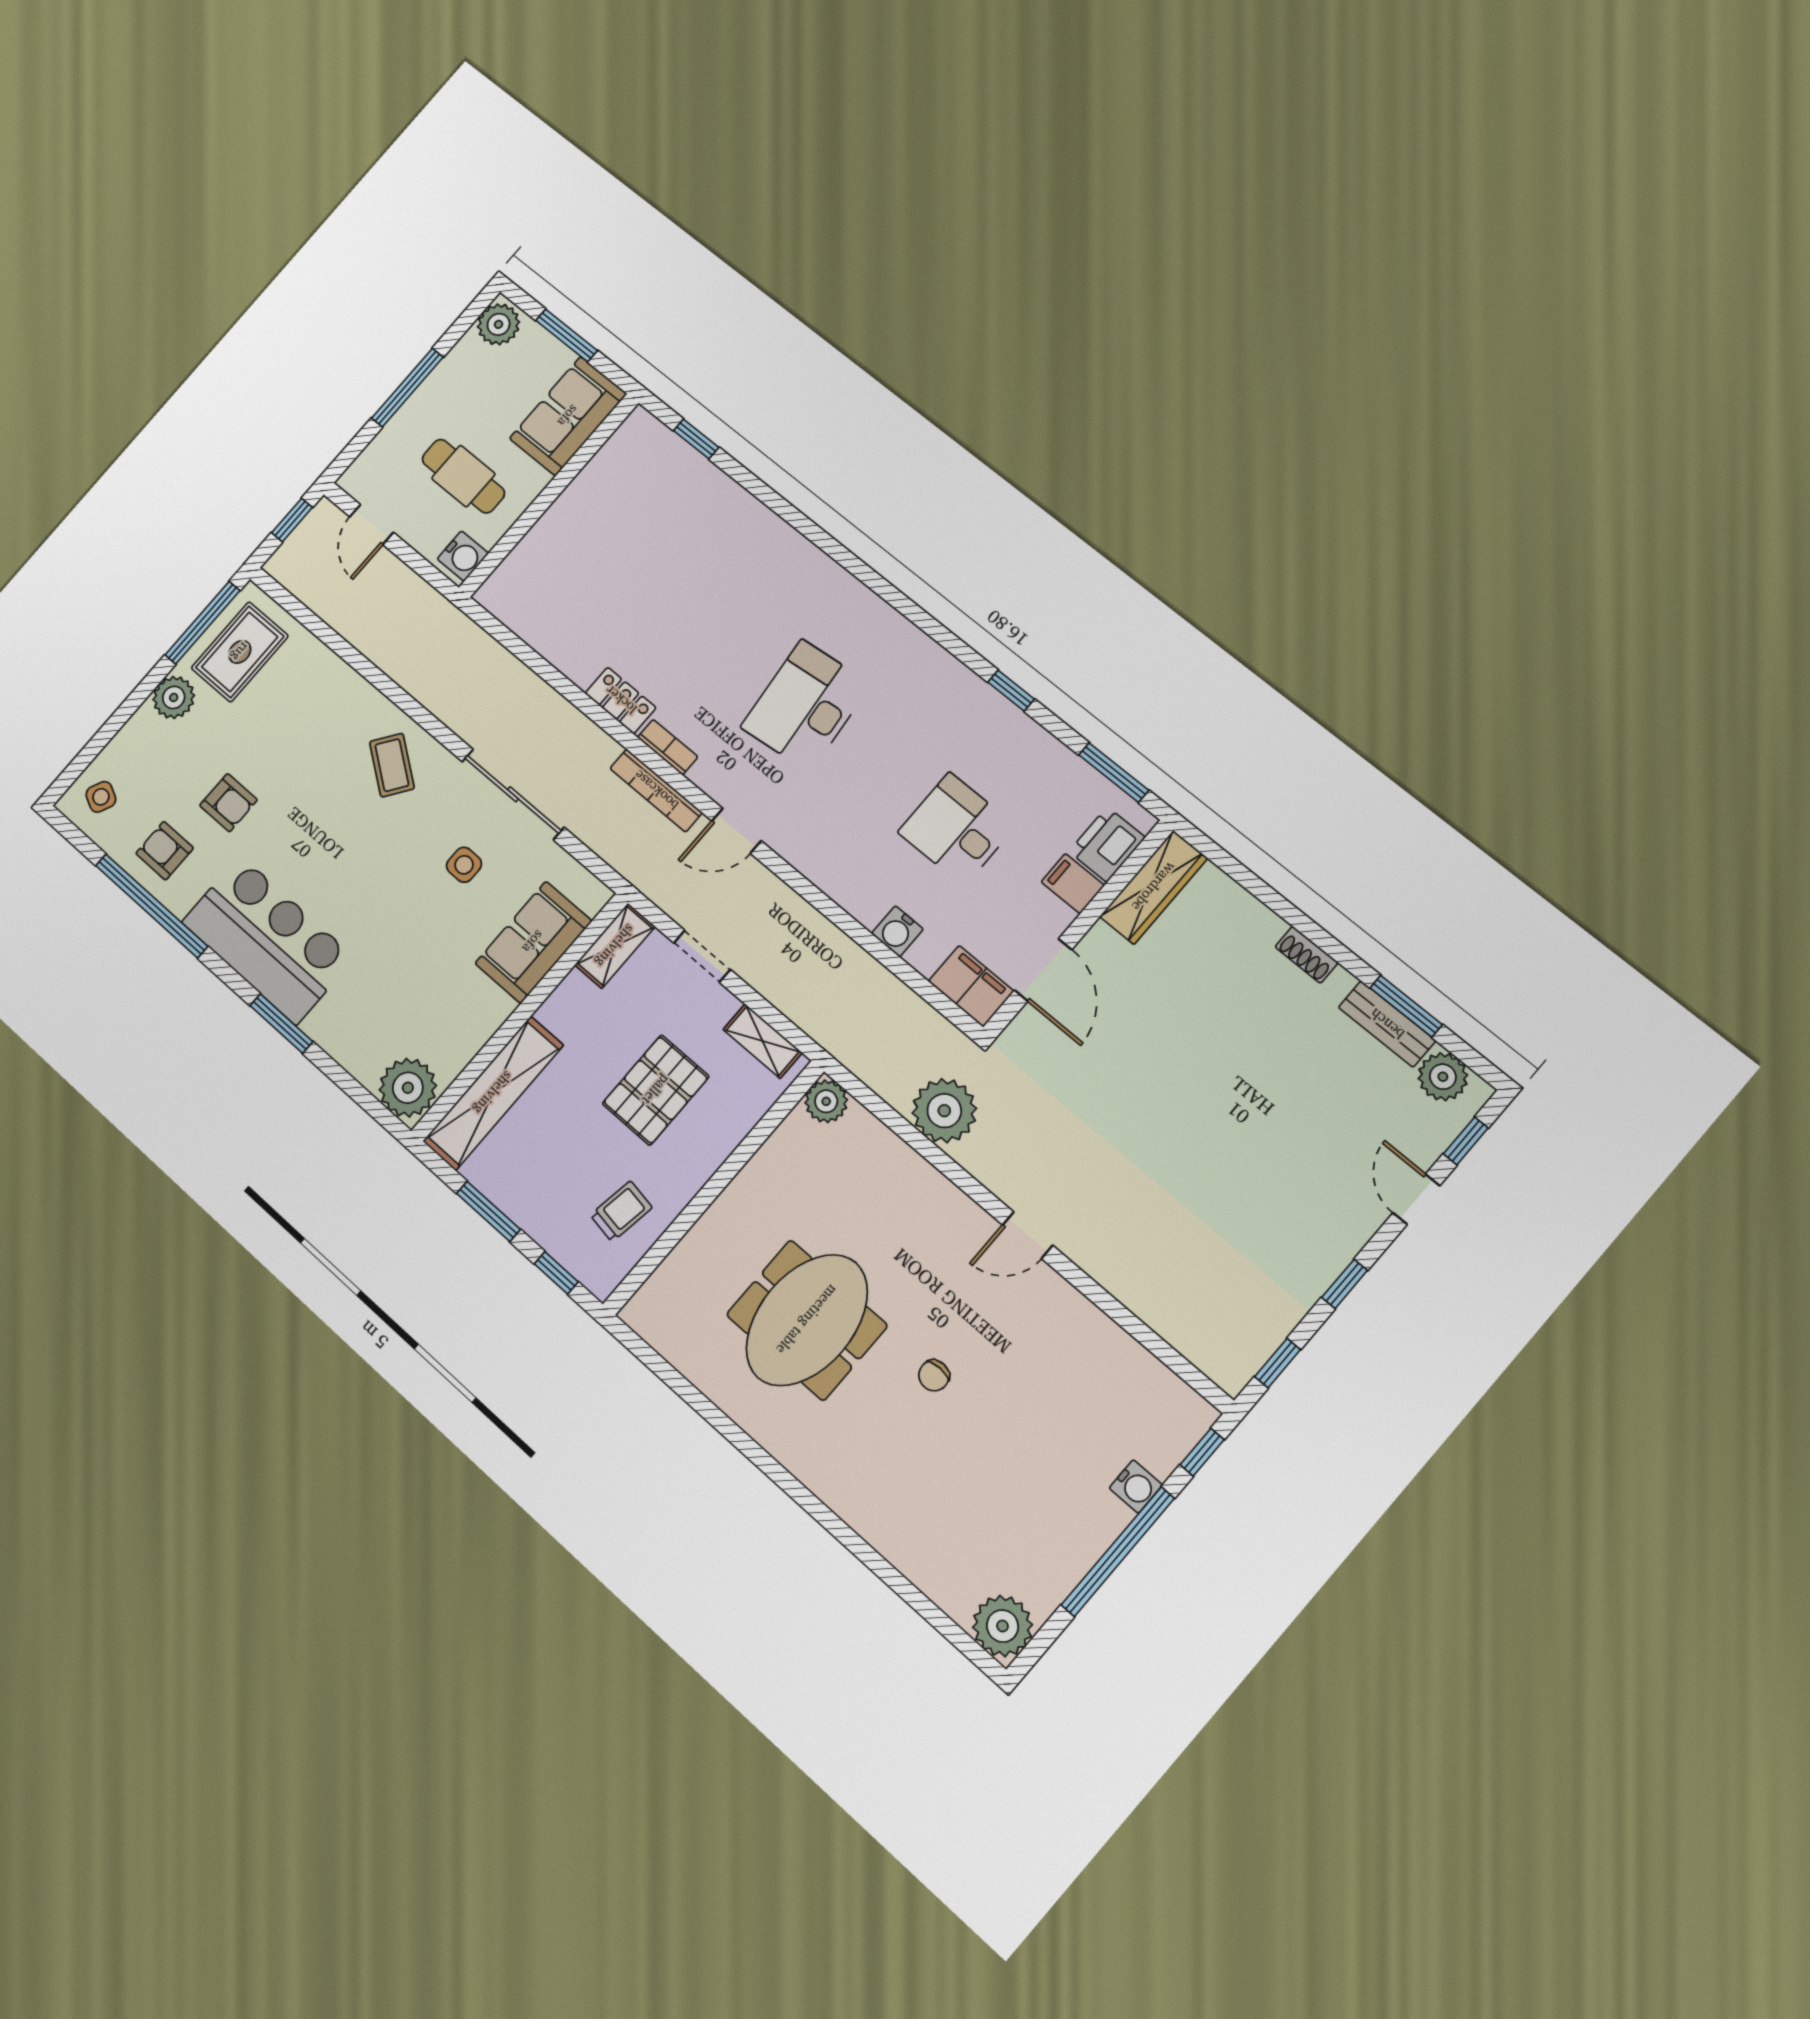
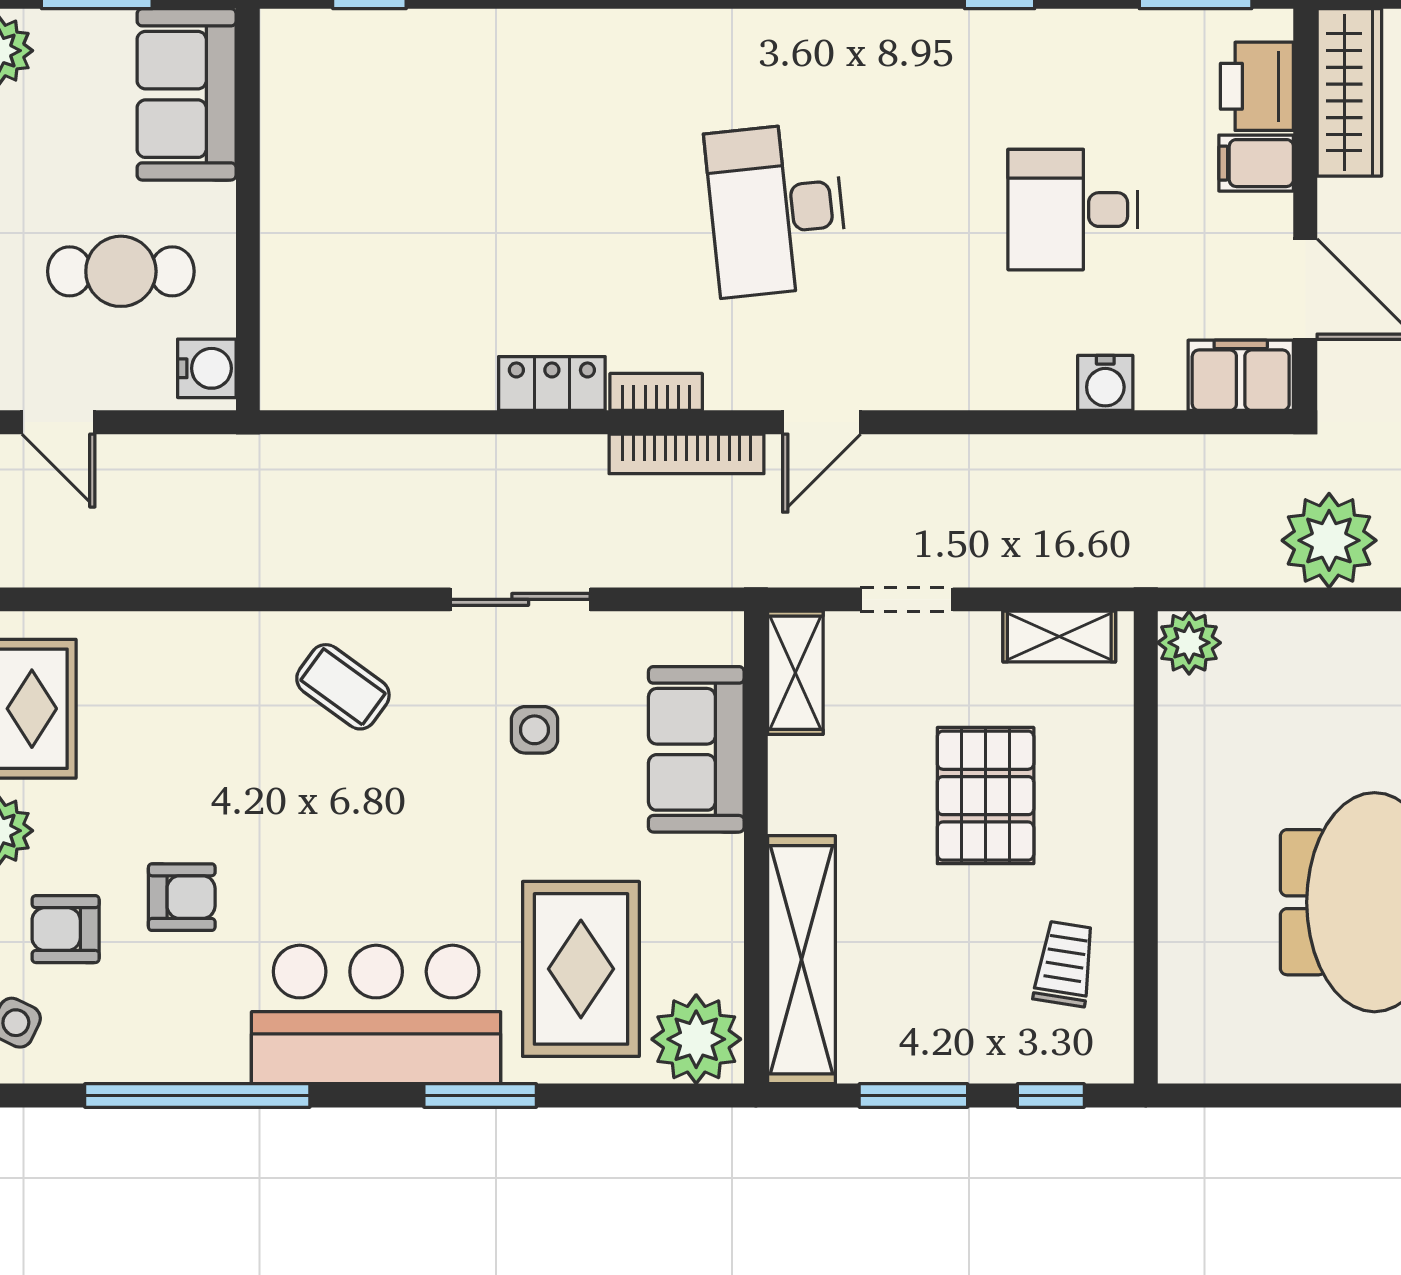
sliding door: (513, 794) -> (520, 599), width x0.73
armchair: (165, 851) -> (66, 929), moved
rug: (383, 1003) -> (581, 969), added

